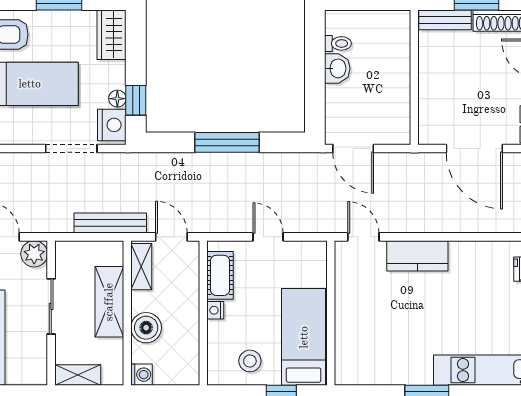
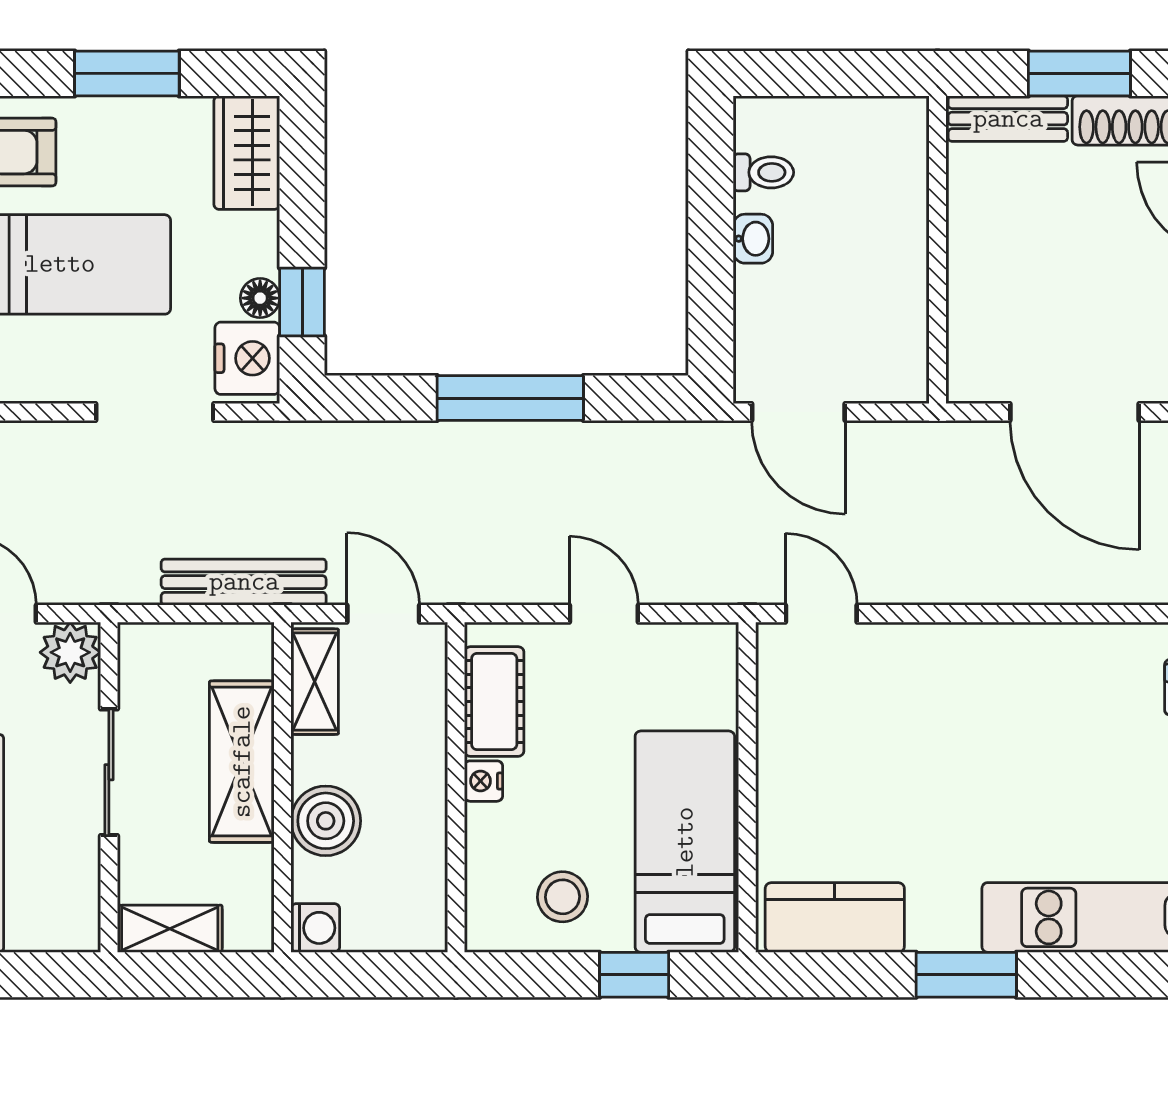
washbasin: (337, 68) -> (753, 239), width x0.72, depth x0.69
kitchen counter: (417, 256) -> (835, 918), moved, turned 180

